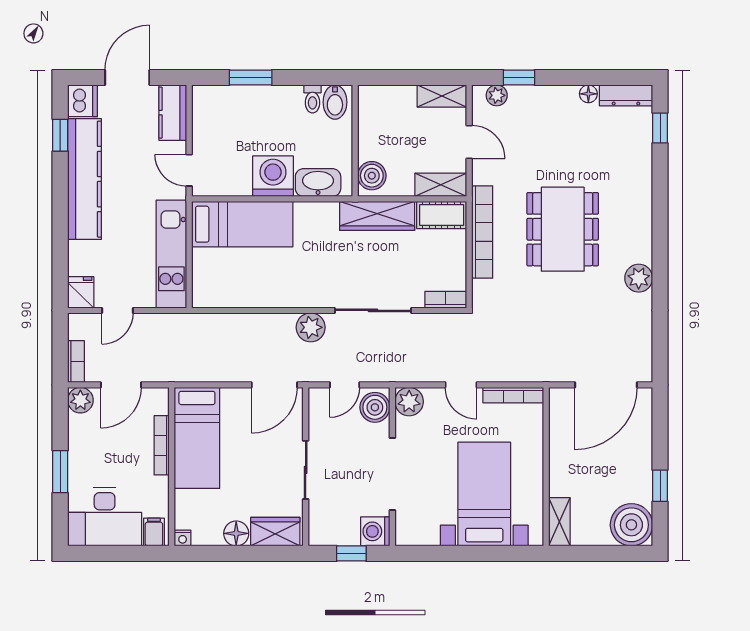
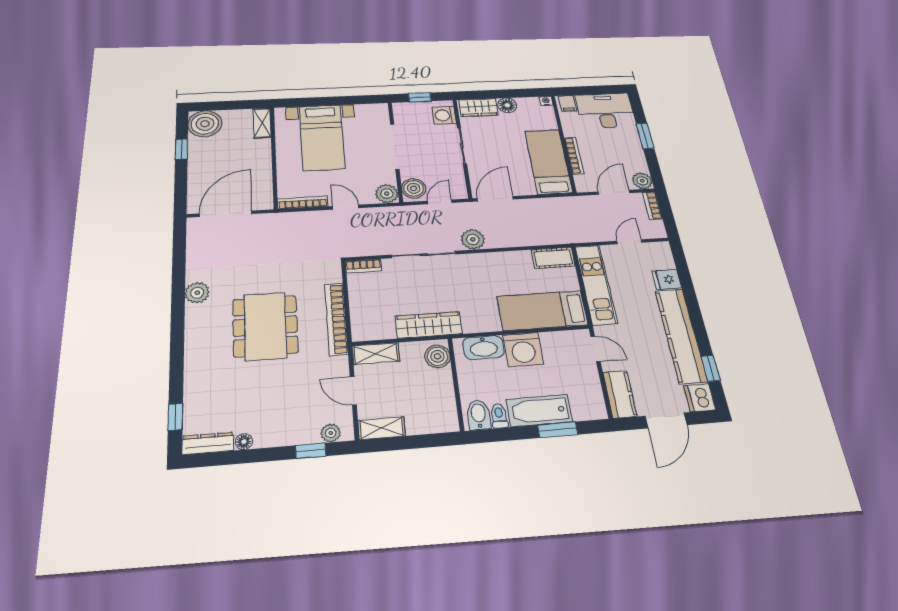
bathtub: (267, 101) -> (539, 411), added
cot: (442, 215) -> (553, 258), moved
fridge: (81, 292) -> (667, 279), moved, turned 90
washing machine: (375, 531) -> (444, 115), moved, turned 180

